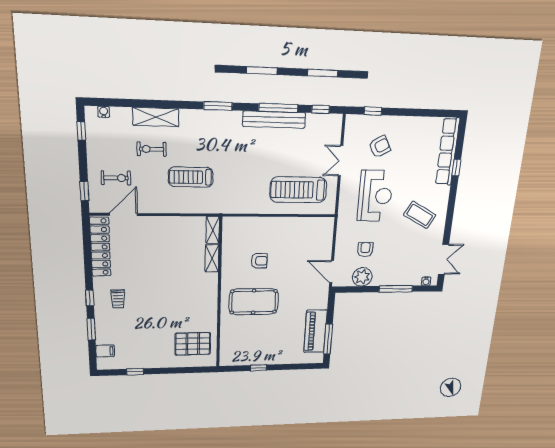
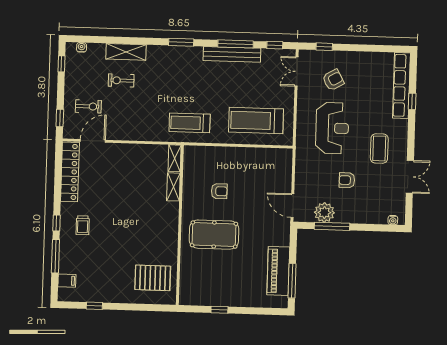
double door: (341, 161) -> (297, 71), moved
treadmill: (191, 177) -> (190, 123), moved
coffee table: (420, 215) -> (379, 148), turned 61
armchair: (365, 250) -> (347, 180), moved, turned -90
double door: (443, 259) -> (410, 177), moved
window: (396, 289) -> (332, 226), moved
window: (91, 329) -> (55, 256), width x1.44

